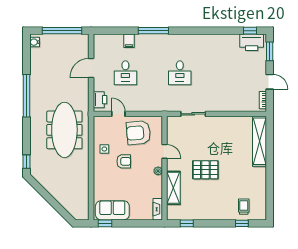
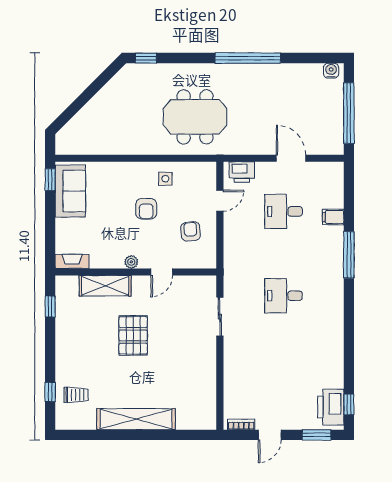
meeting table: (64, 130) -> (195, 117), width x0.73
armchair: (138, 133) -> (191, 232), width x0.53, depth x0.53
shelving: (259, 141) -> (136, 419), moved

